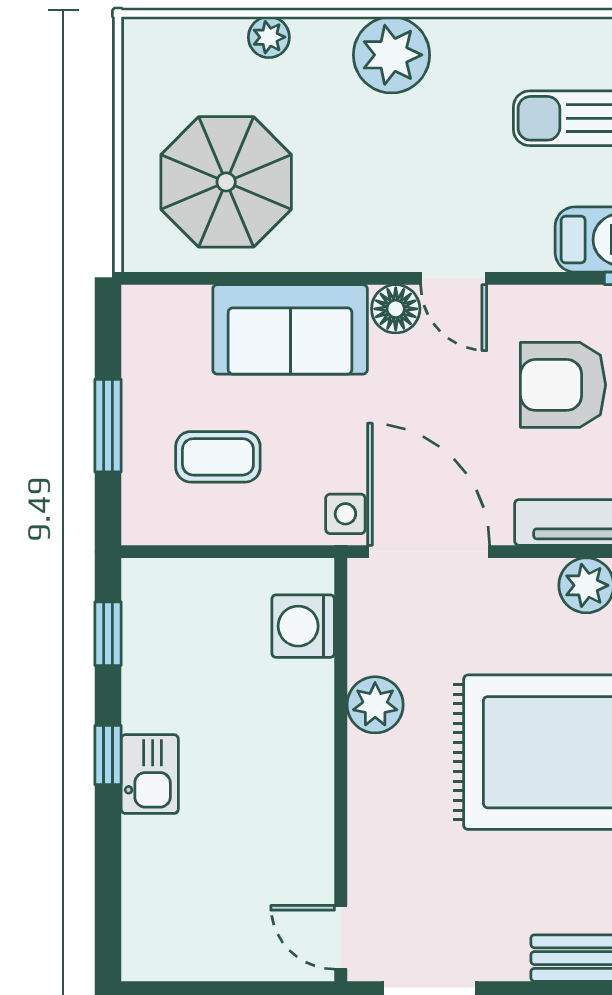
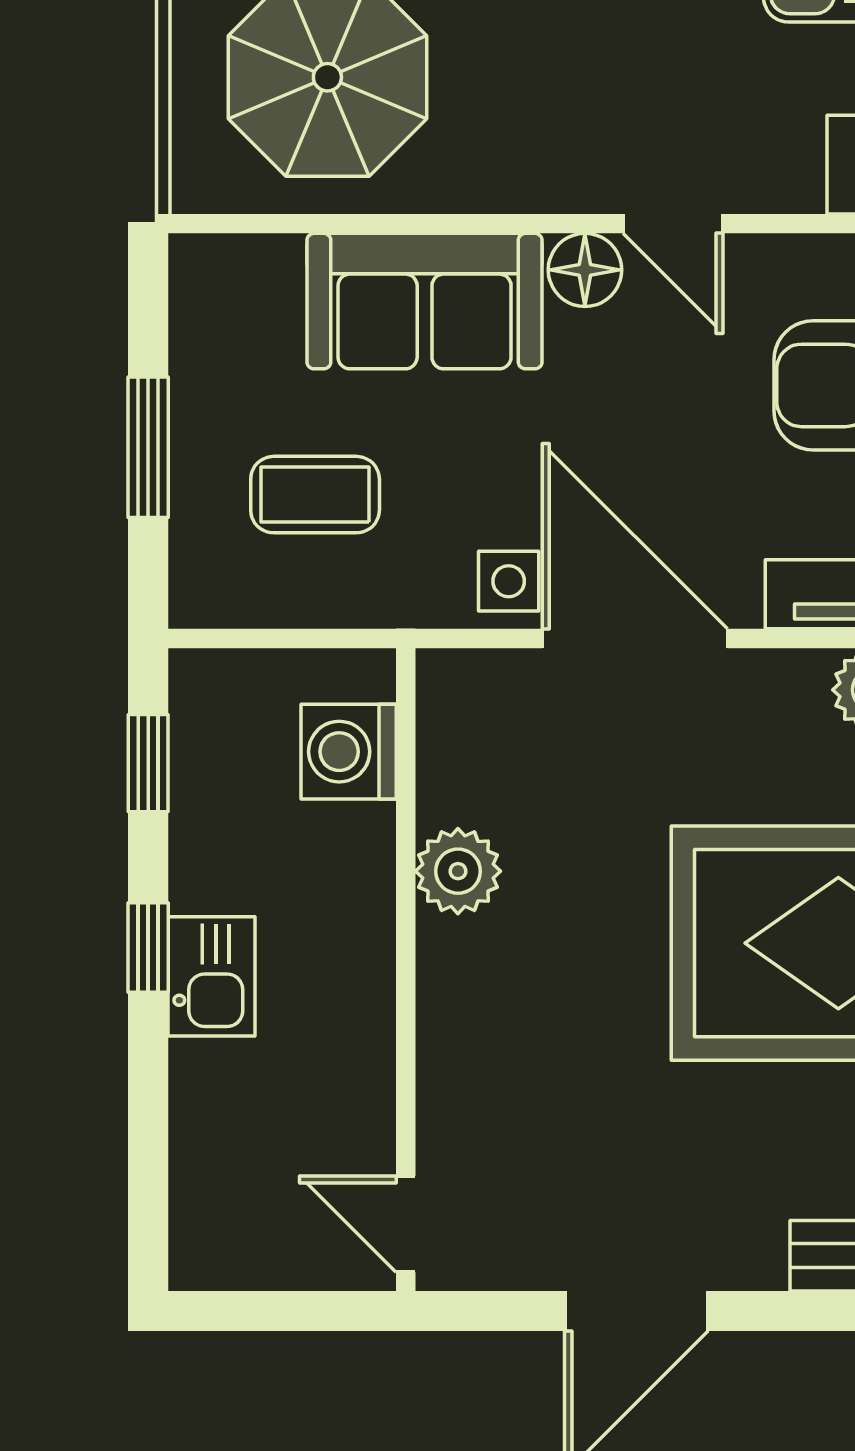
washing machine: (303, 626) -> (349, 752), moved
plant: (375, 705) -> (458, 871), moved
wall: (341, 770) -> (406, 970), moved
door: (341, 937) -> (406, 1224), moved

